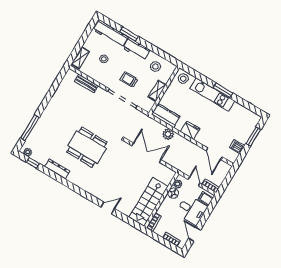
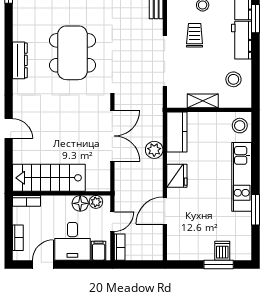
trolley: (129, 80) -> (195, 35), moved
window: (223, 90) -> (255, 210), moved
dishwasher: (237, 147) -> (222, 251), moved
door: (214, 154) -> (165, 211), moved
dresser: (57, 169) -> (20, 60), moved

